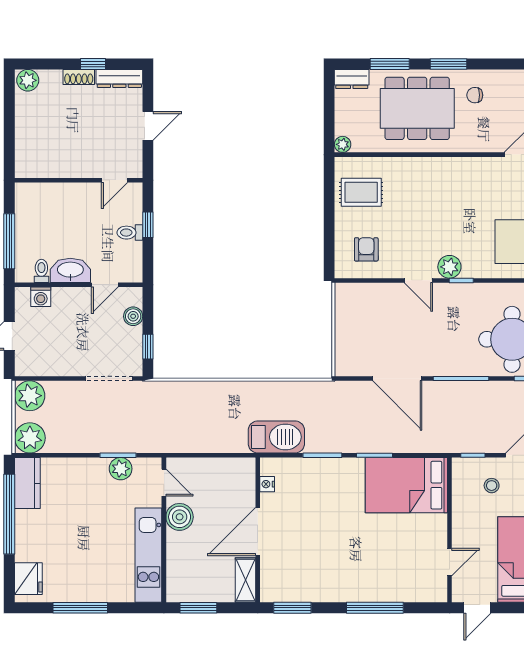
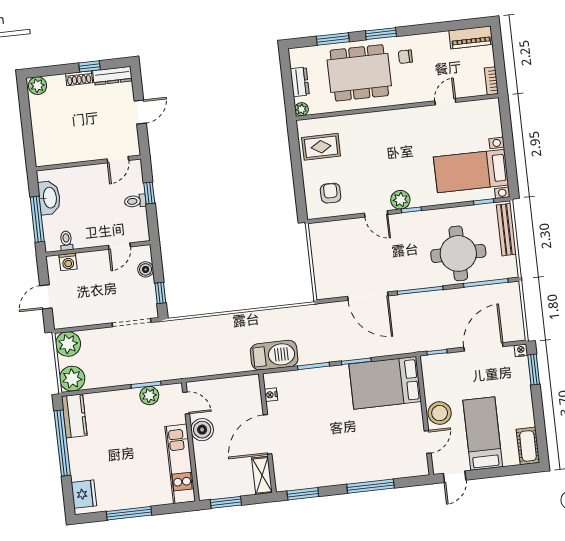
dresser: (352, 79) -> (300, 82), moved, turned -90
washbasin: (70, 270) -> (49, 198), moved, turned 90
stool: (492, 486) -> (440, 413), moved, width x1.89, depth x1.89

